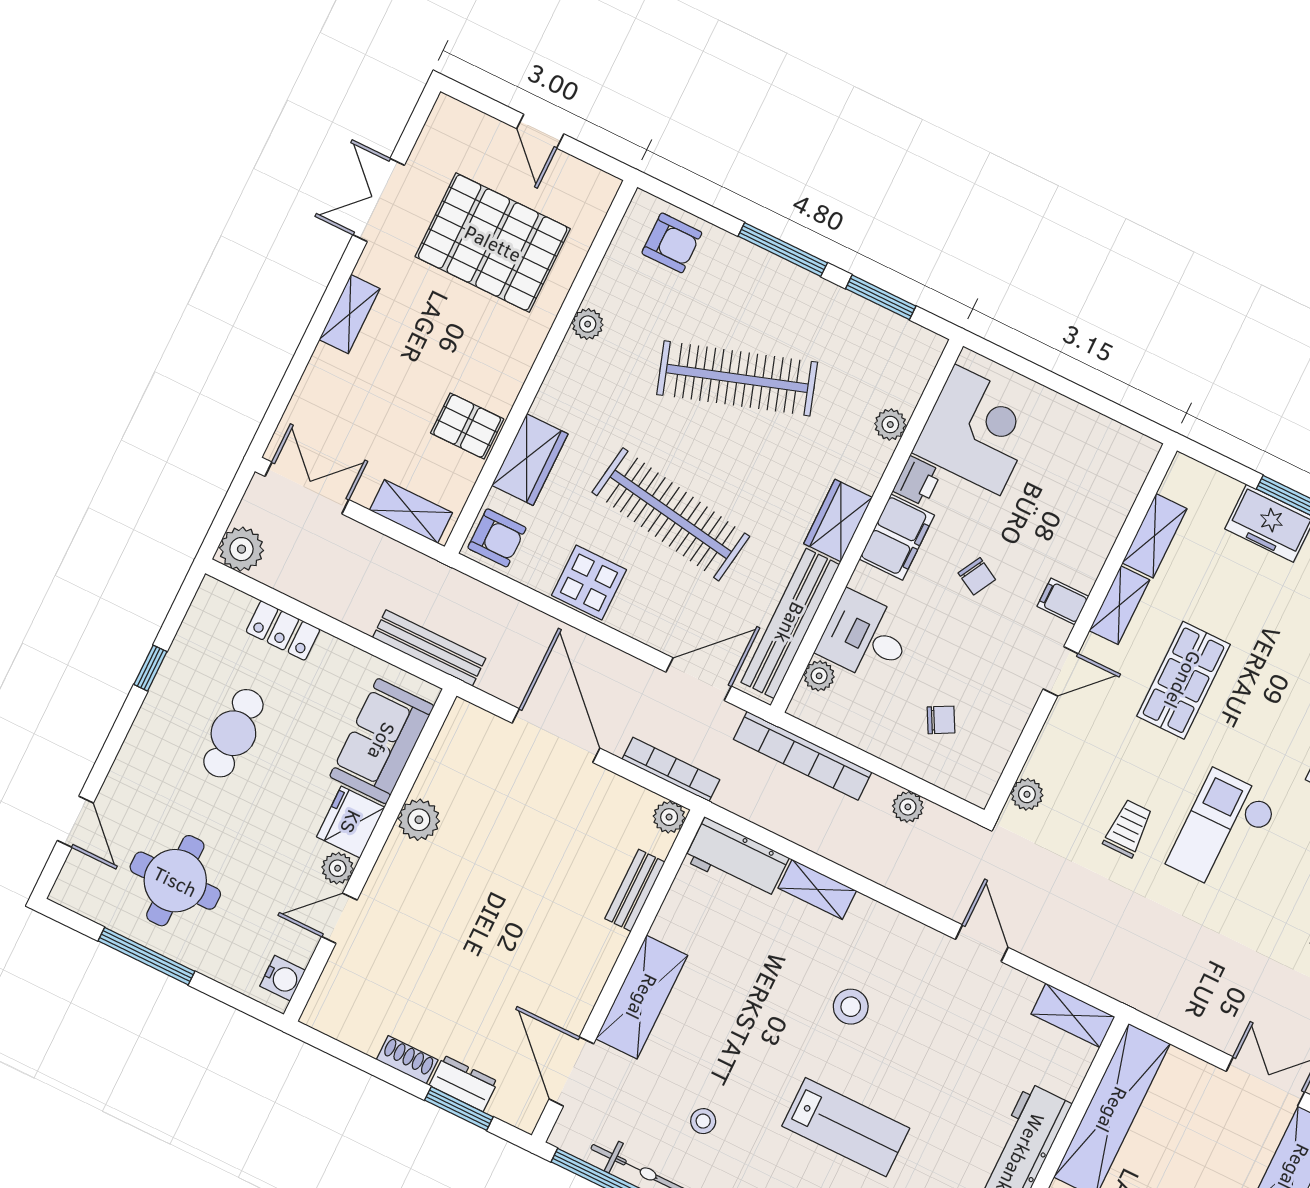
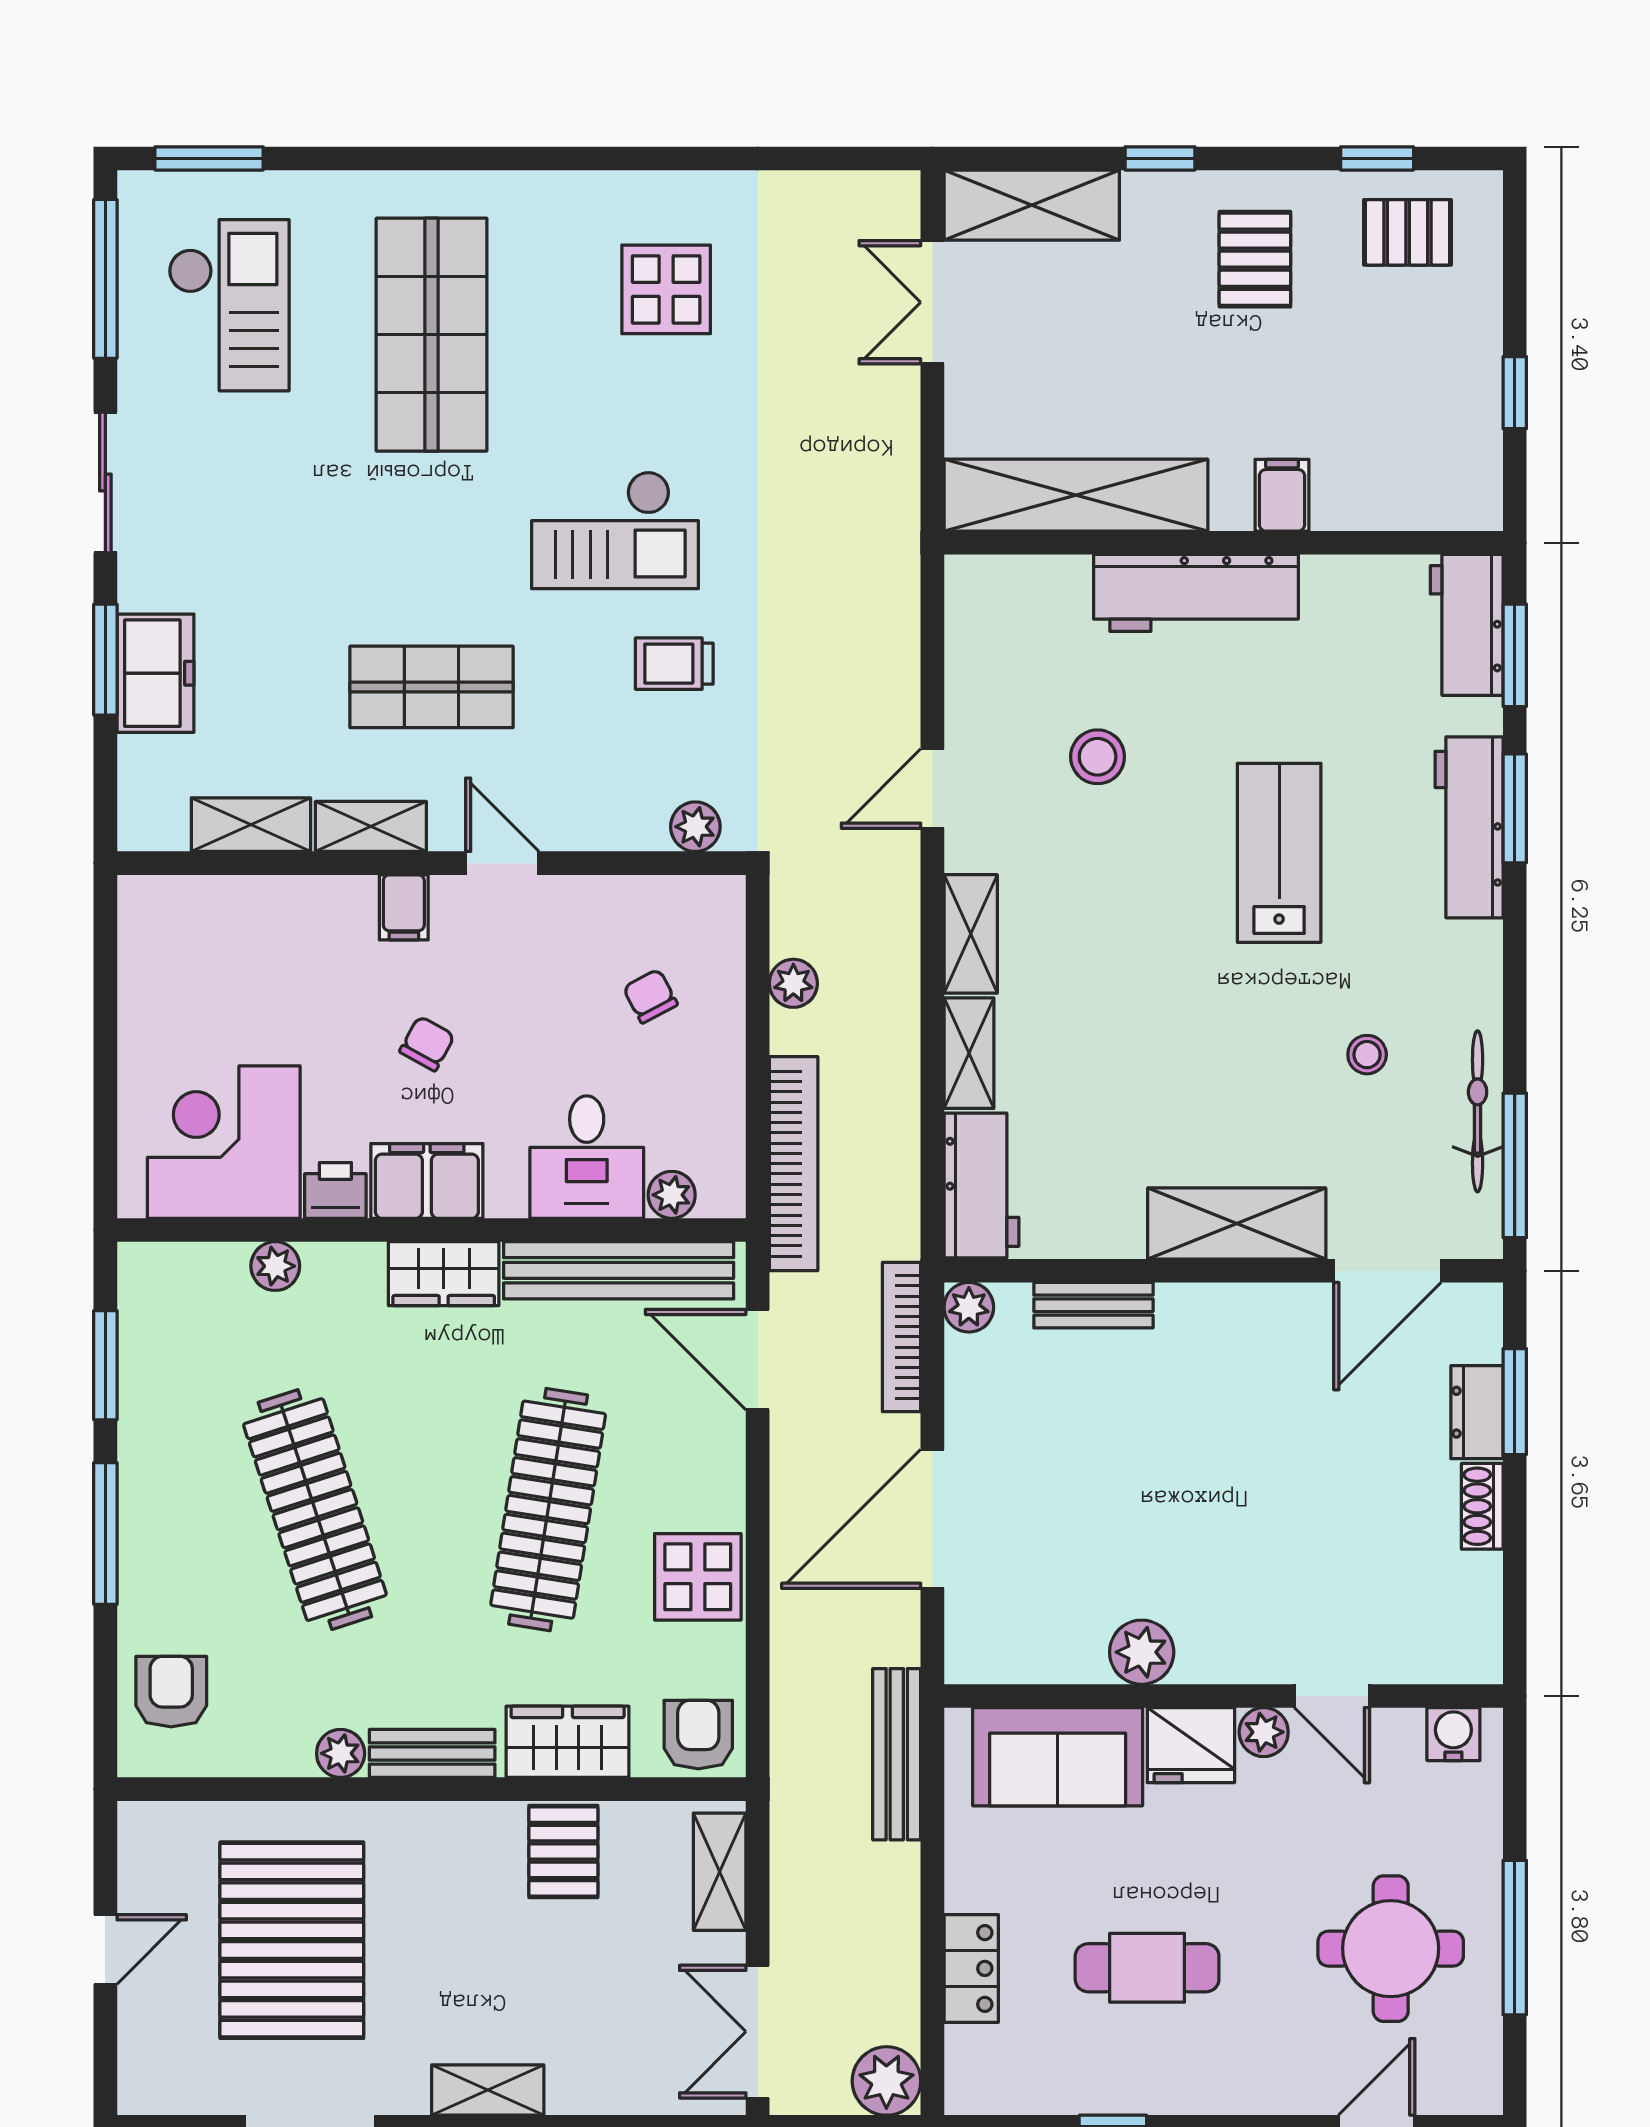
bench: (562, 377) -> (432, 1753), added
stool: (851, 1007) -> (1098, 757), moved
shelving: (1073, 1015) -> (971, 934), moved

